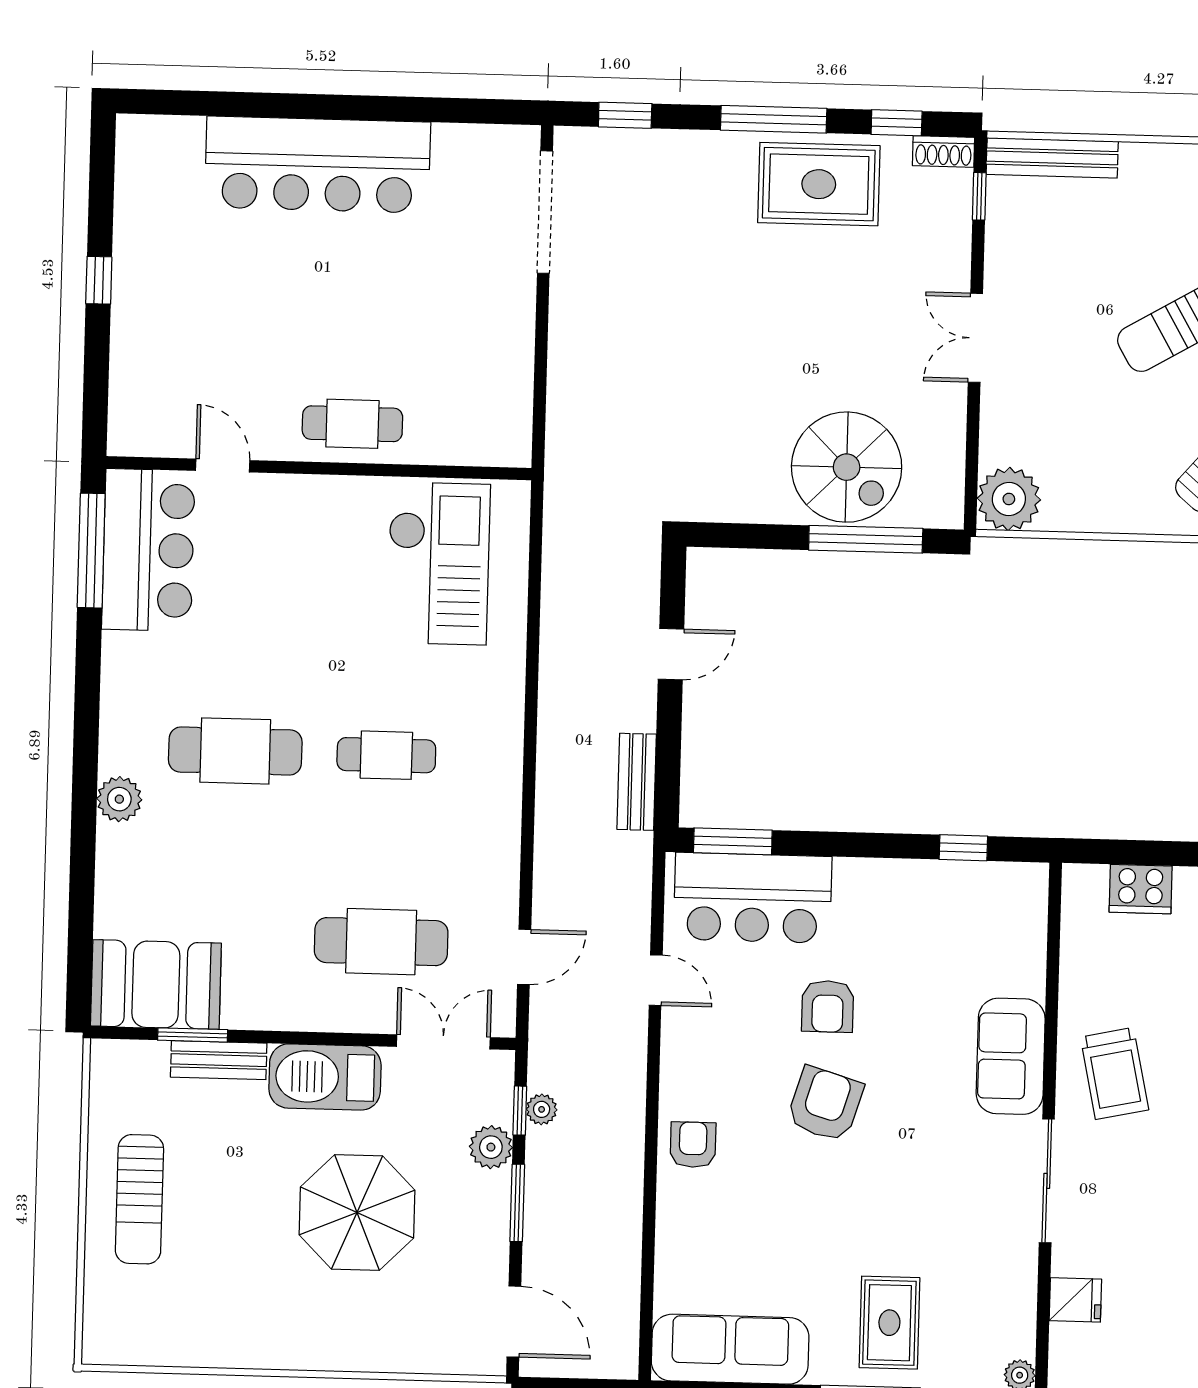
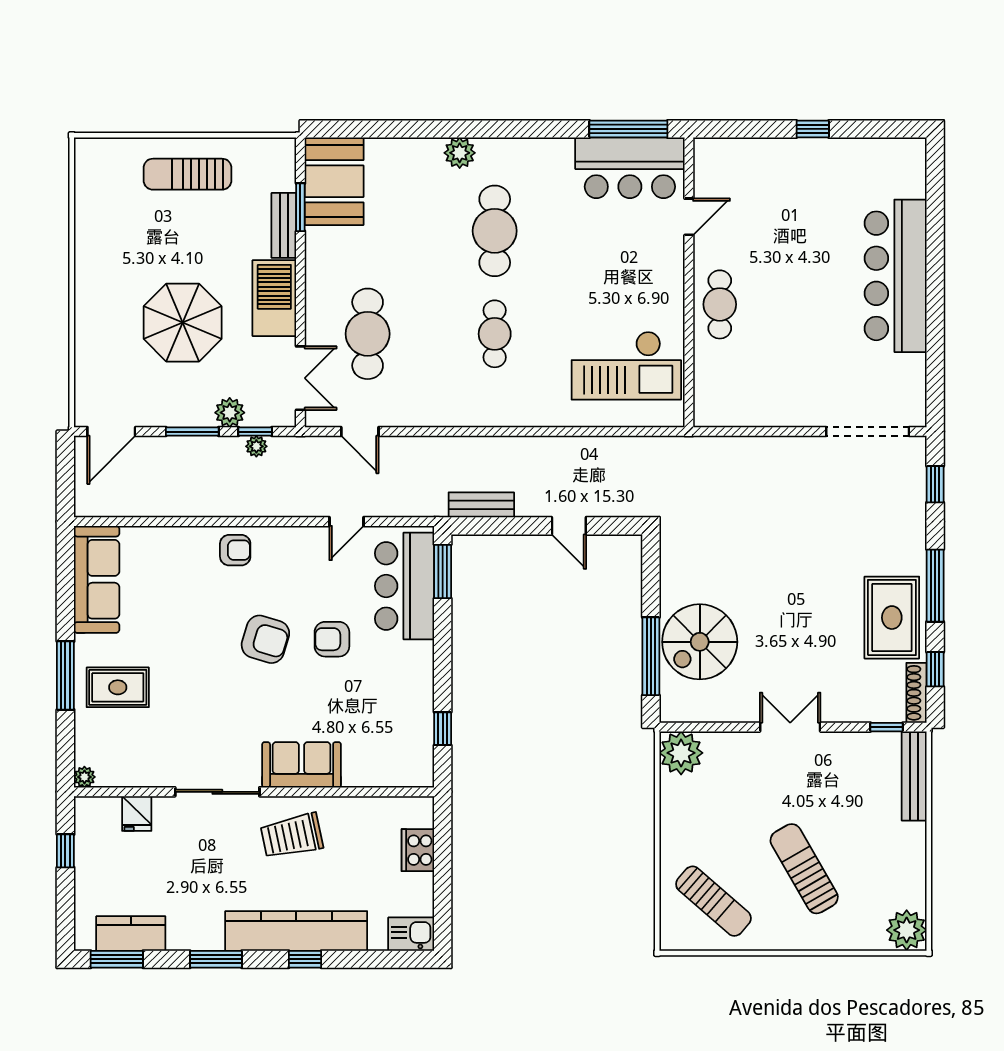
shoe rack: (943, 151) -> (916, 693), width x1.43

